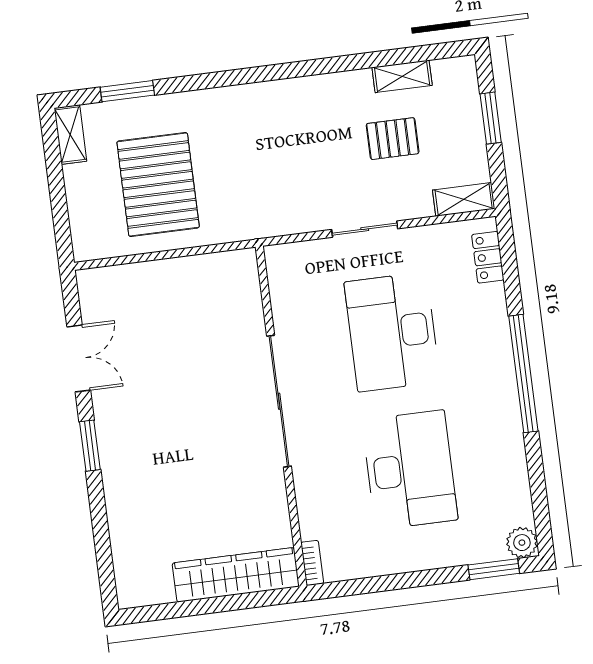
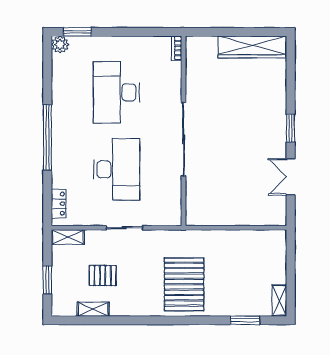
pallet: (158, 184) -> (184, 284), moved
wardrobe: (236, 575) -> (252, 47), moved

